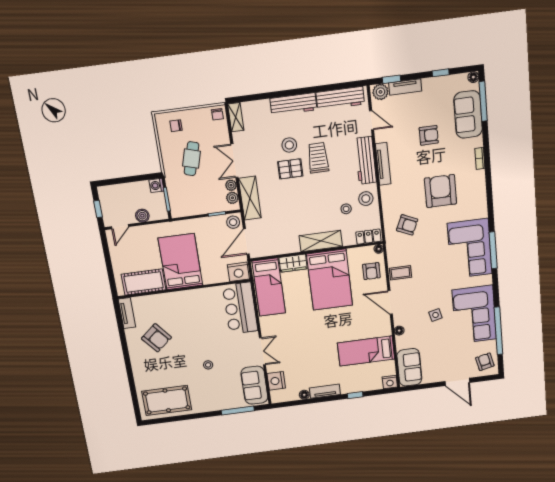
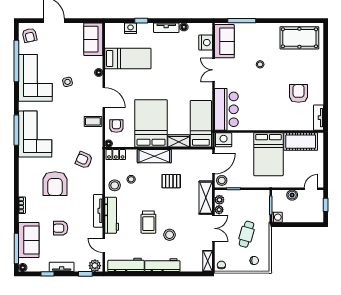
tv unit: (405, 87) -> (62, 267), moved
pallet: (290, 169) -> (171, 181), moved
armchair: (156, 338) -> (299, 93), turned 40
nightstand: (390, 382) -> (131, 28), moved

